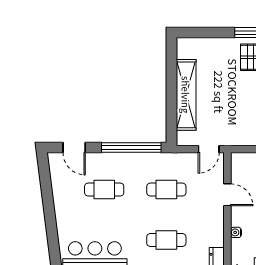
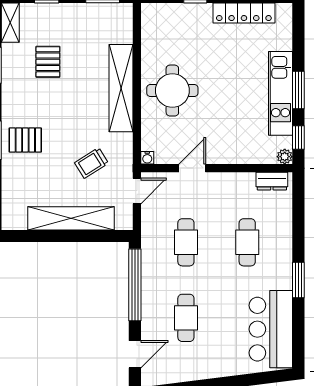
trolley: (232, 112) -> (91, 163), added
door: (209, 149) -> (137, 191), hinge flipped
water cooler: (236, 232) -> (147, 158), moved

